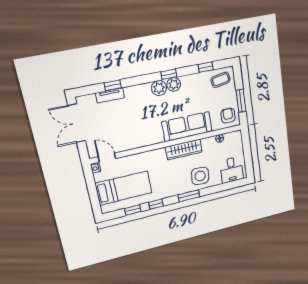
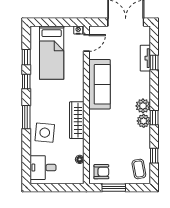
sofa: (187, 127) -> (99, 84), moved

